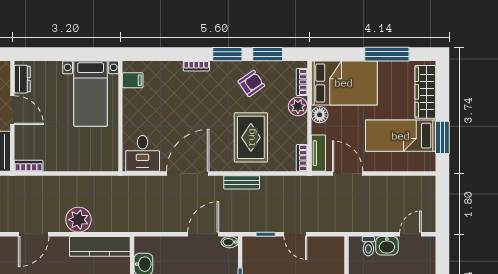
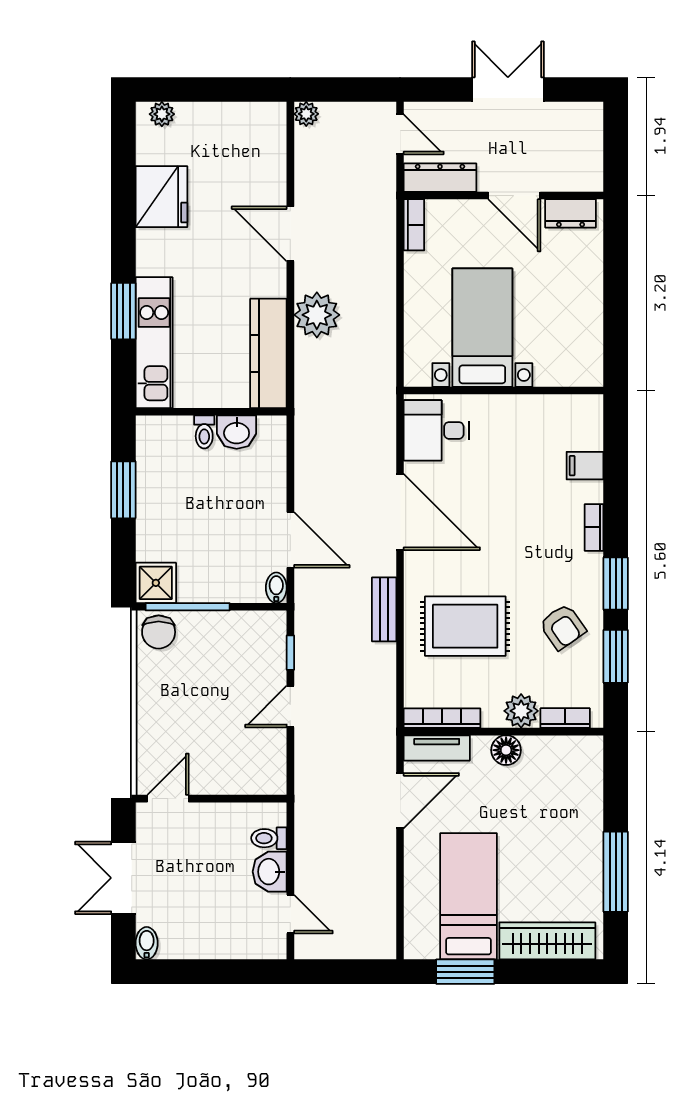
filing cabinet: (133, 80) -> (585, 466), moved, turned 90
bed: (344, 83) -> (563, 795), removed
bed with nightstands: (91, 94) -> (482, 328), moved, turned 90
door: (12, 110) -> (514, 196), hinge flipped
bookcase: (302, 158) -> (442, 718), width x1.56

